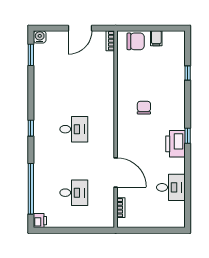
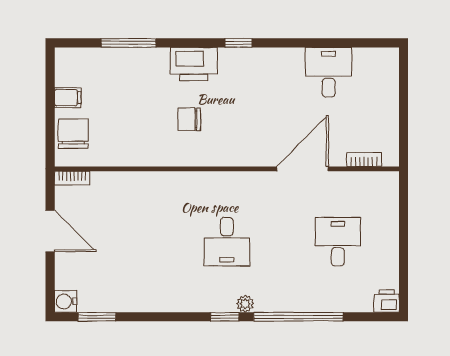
window: (188, 73) -> (129, 43), width x2.17
desk: (74, 129) -> (227, 242), turned 180
plant: (38, 140) -> (245, 304), added
printer: (175, 144) -> (194, 64), moved
window: (31, 189) -> (298, 317), moved

